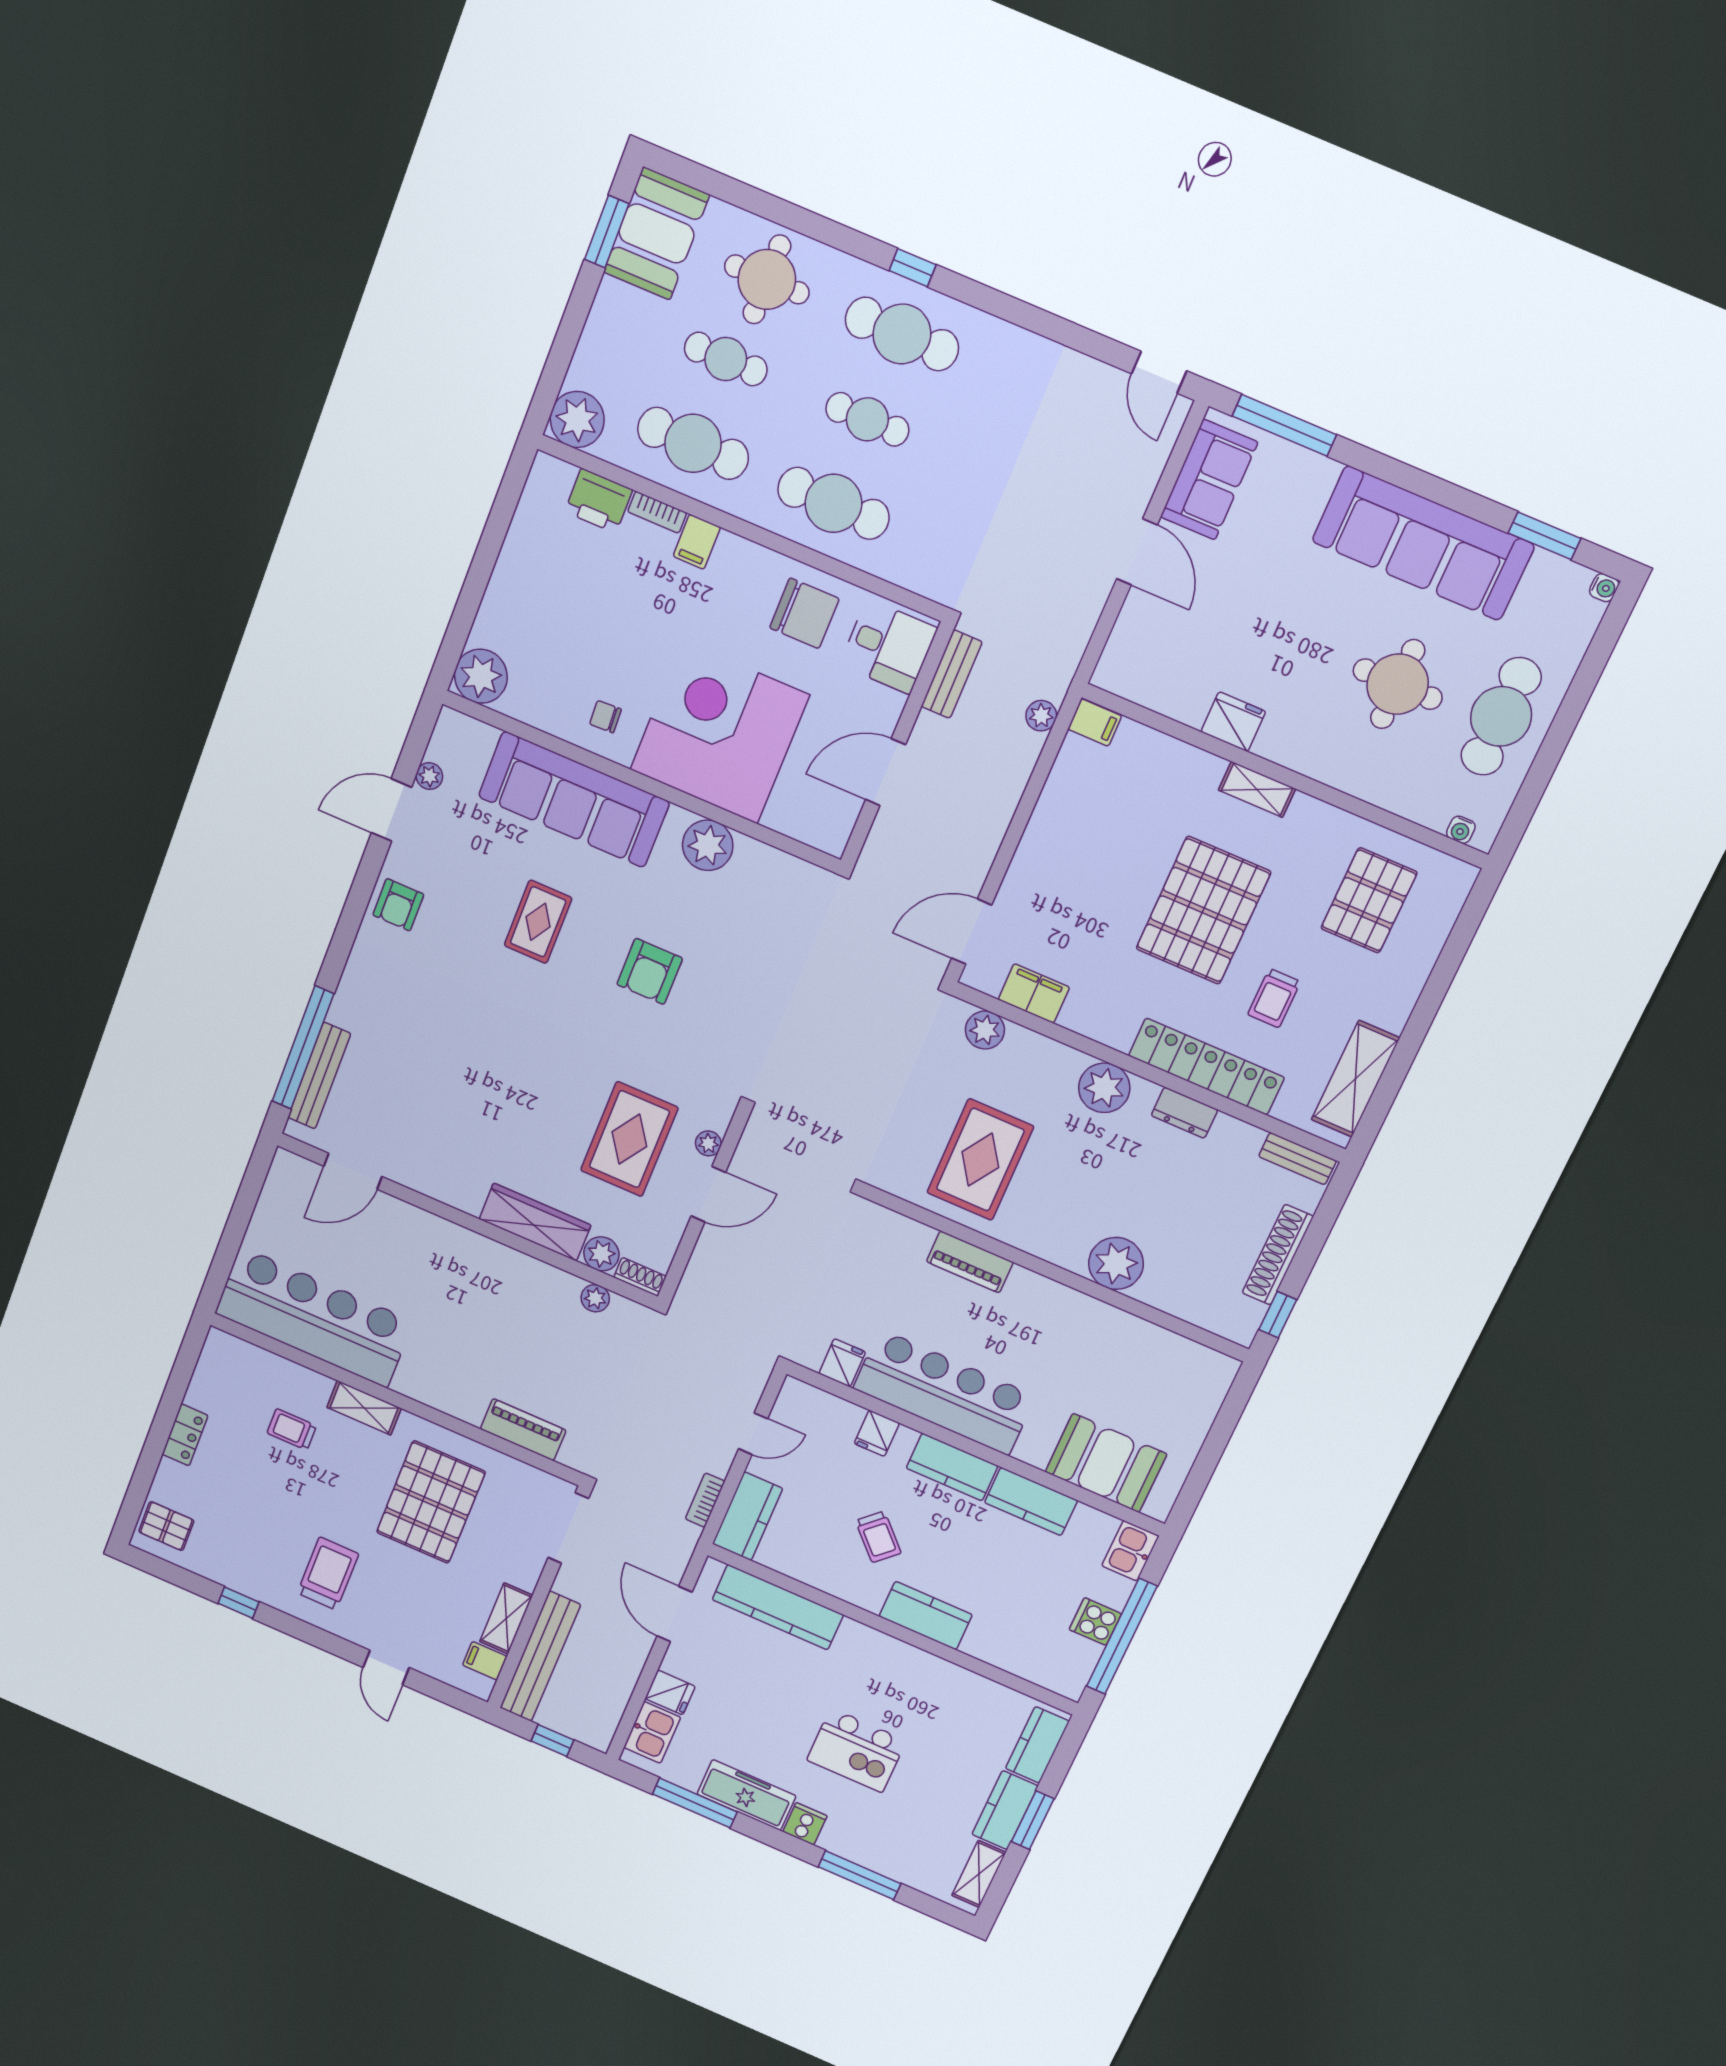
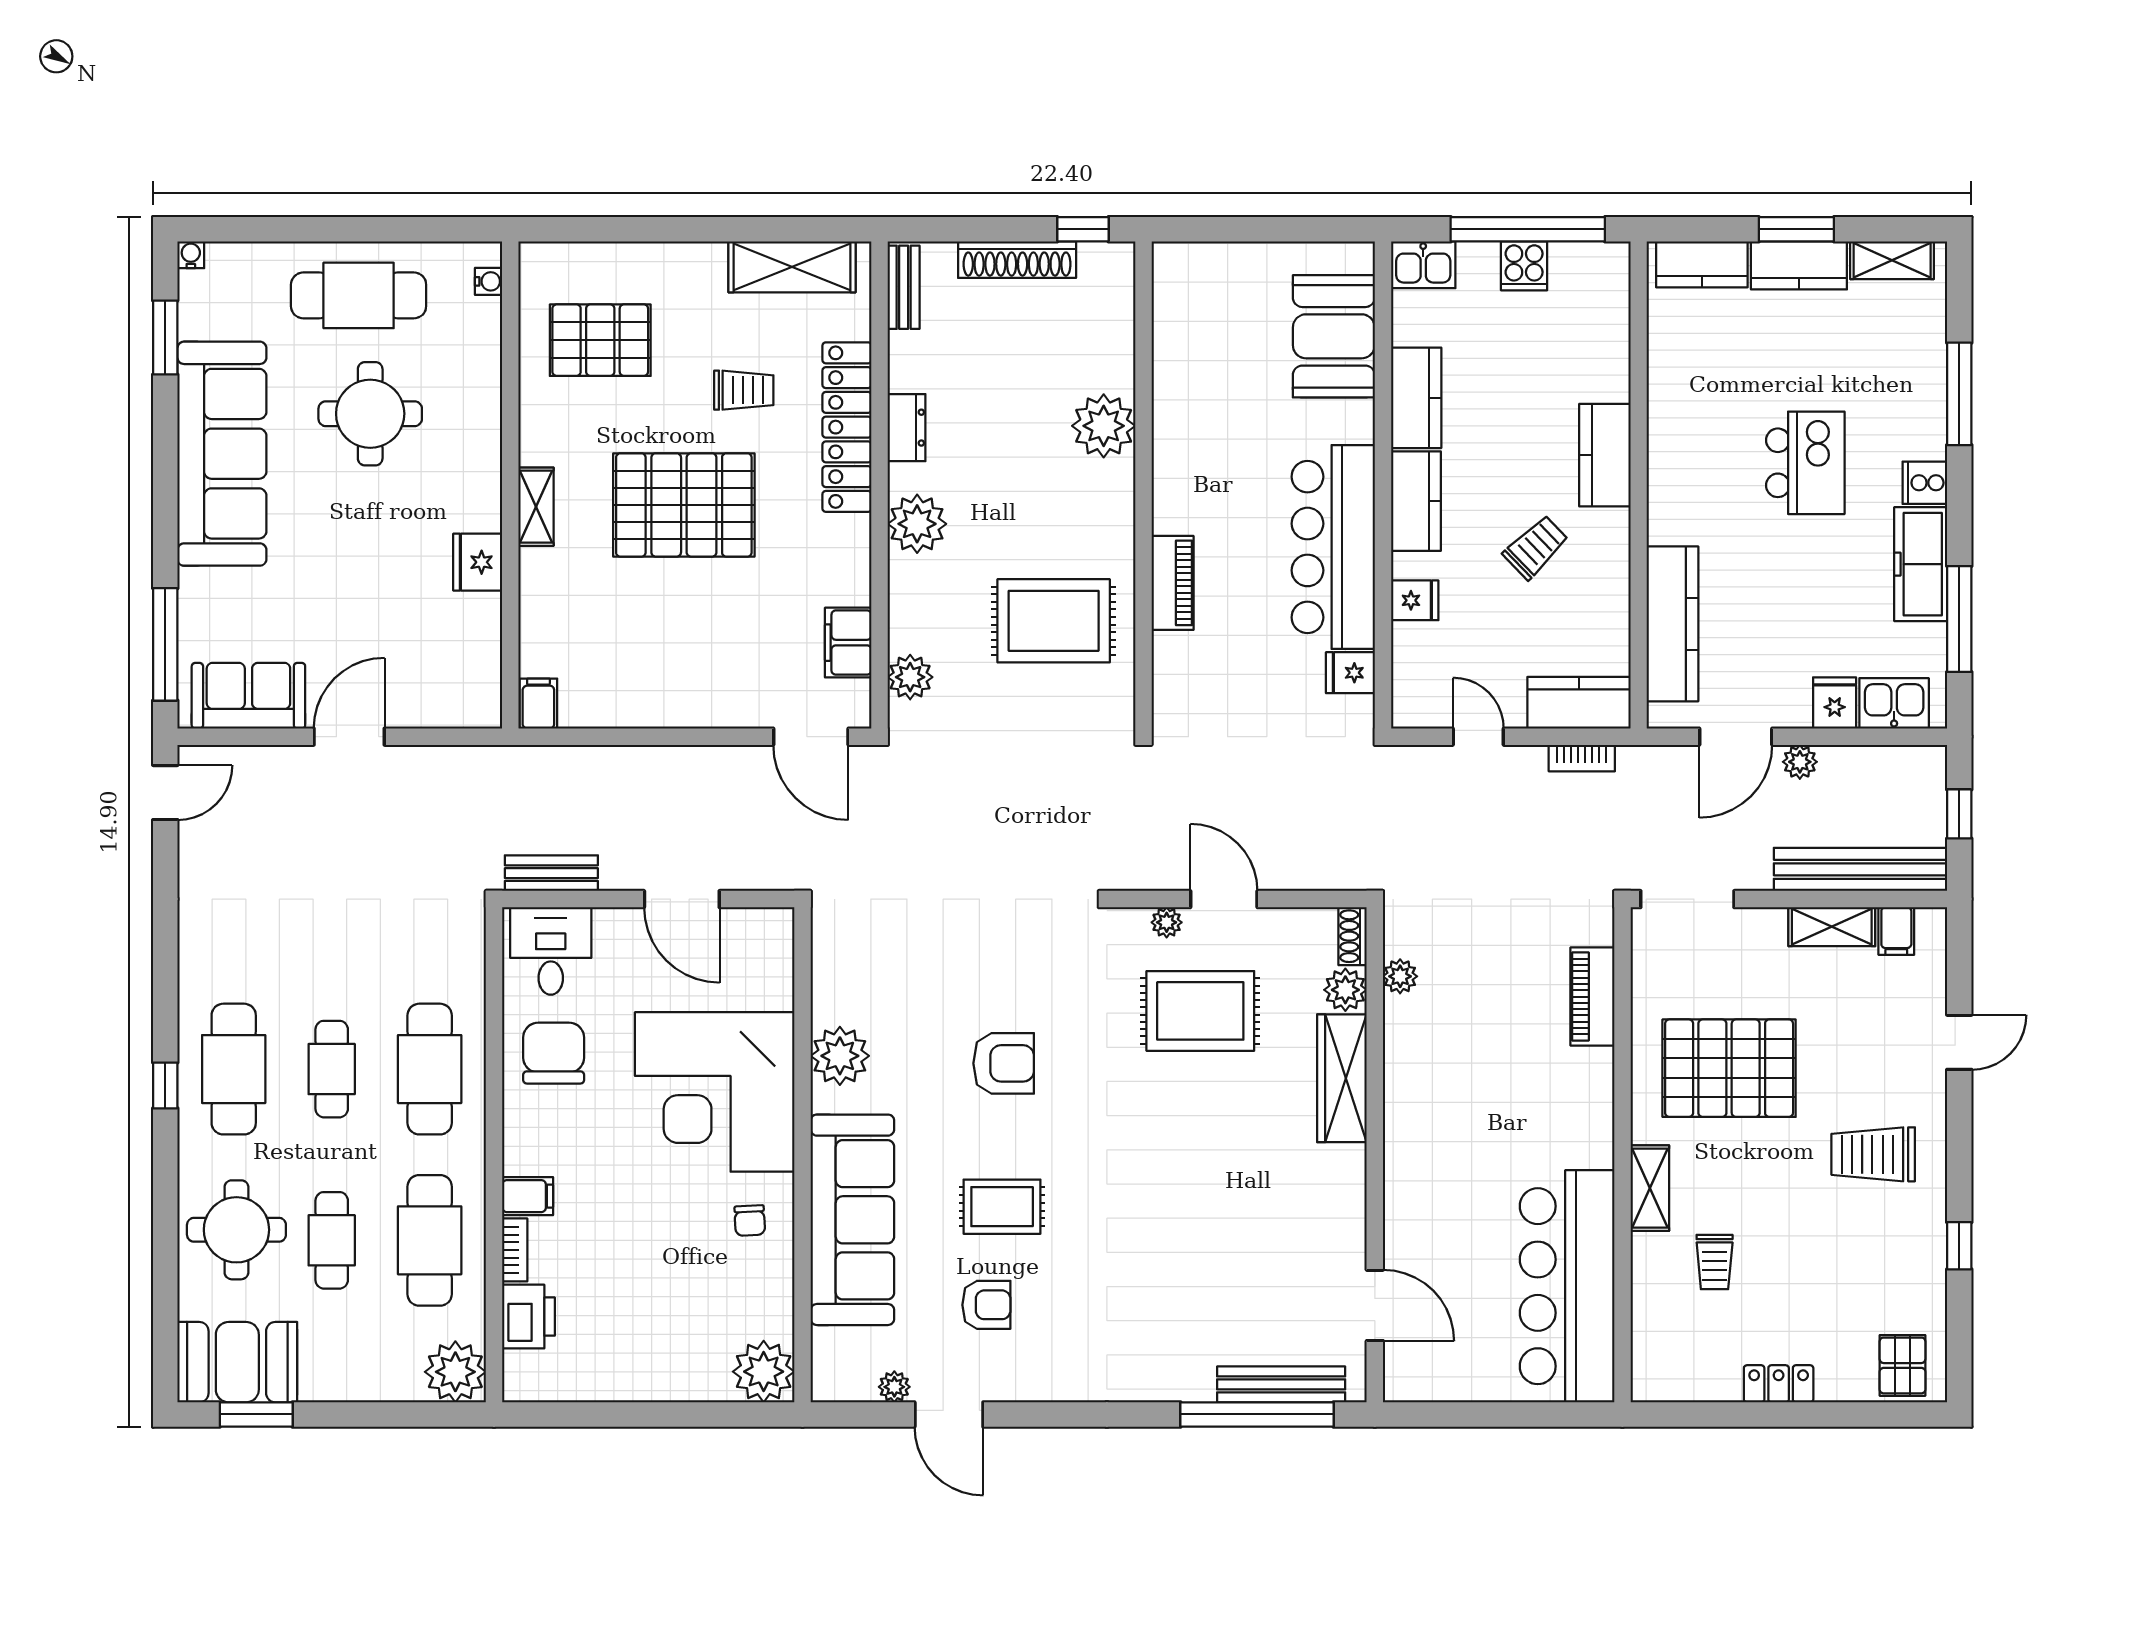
plant: (1041, 716) -> (1800, 762), moved
armchair: (398, 905) -> (986, 1305), moved

